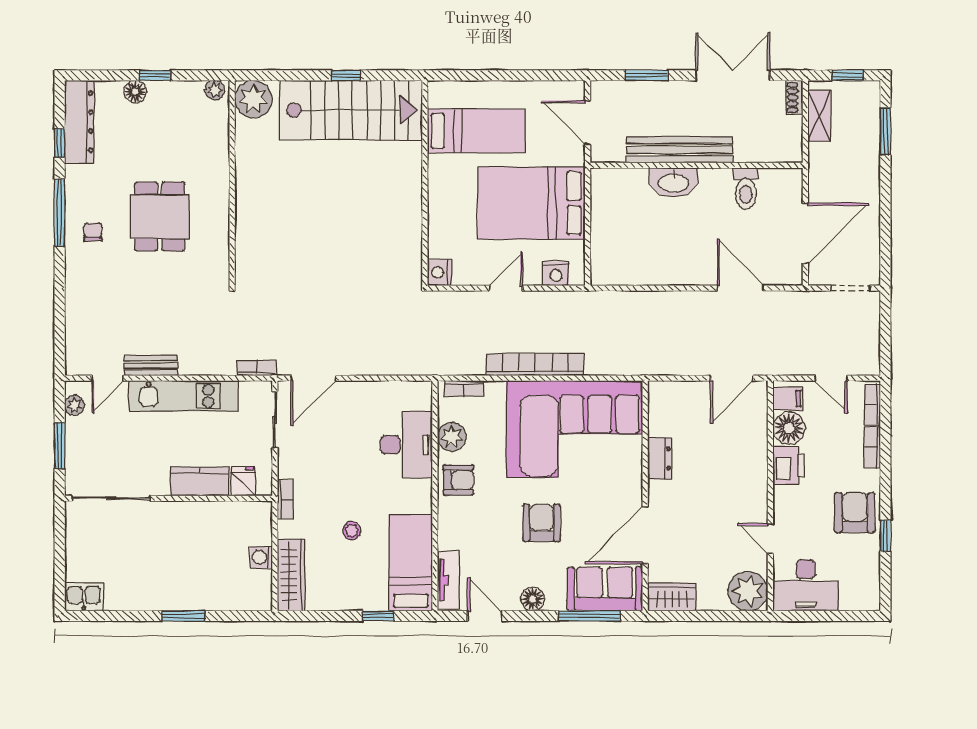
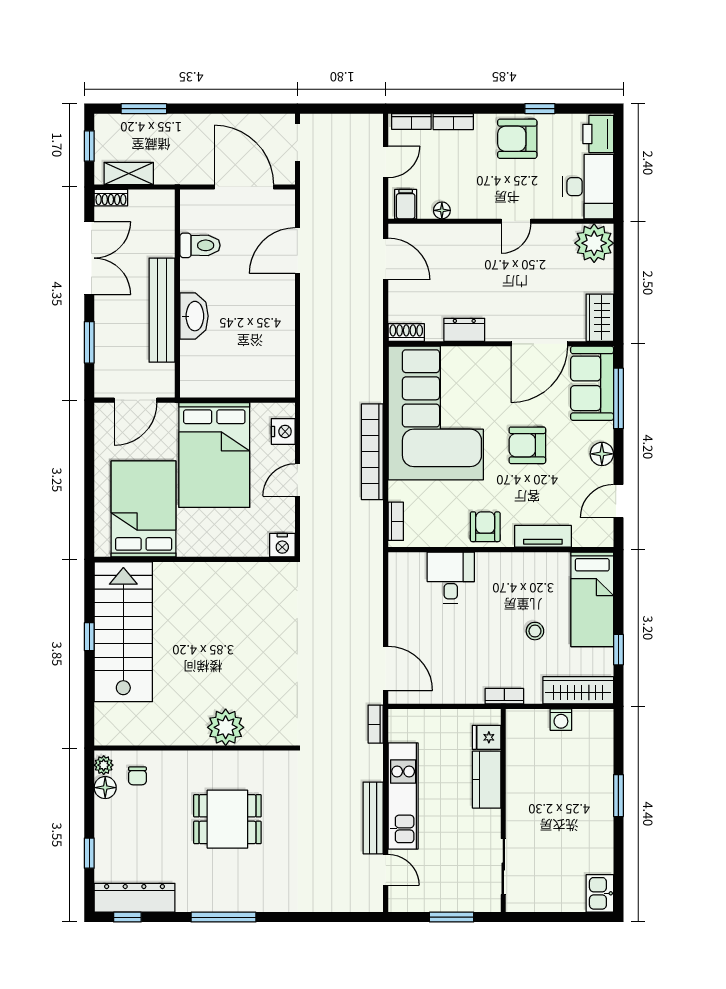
window: (155, 75) -> (89, 853), moved
double door: (733, 75) -> (89, 258), swing flipped
floor lamp: (135, 92) -> (105, 788), moved
plant: (253, 99) -> (226, 727), moved
bed: (476, 131) -> (144, 509), width x1.50
window: (60, 143) -> (127, 917), moved
chair: (93, 232) -> (137, 776), moved, turned -90
door: (506, 288) -> (297, 480), hinge flipped
bench: (151, 365) -> (373, 818), width x1.36
shoe rack: (657, 399) -> (406, 333), added
plant: (74, 405) -> (412, 903), removed
sliding door: (275, 420) -> (426, 706), removed
floor lamp: (789, 428) -> (442, 210), width x0.53, depth x0.53
plant: (452, 437) -> (443, 533), removed
desk: (406, 445) -> (451, 578), width x0.73
printer: (789, 465) -> (598, 134), moved, turned -90
sliding door: (111, 498) -> (503, 867), width x0.73
door: (645, 535) -> (539, 344), hinge flipped
door: (770, 539) -> (516, 221), moved
bed: (411, 563) -> (592, 599), moved, turned -90
tv unit: (449, 580) -> (543, 536), moved
window: (378, 616) -> (618, 650), moved

